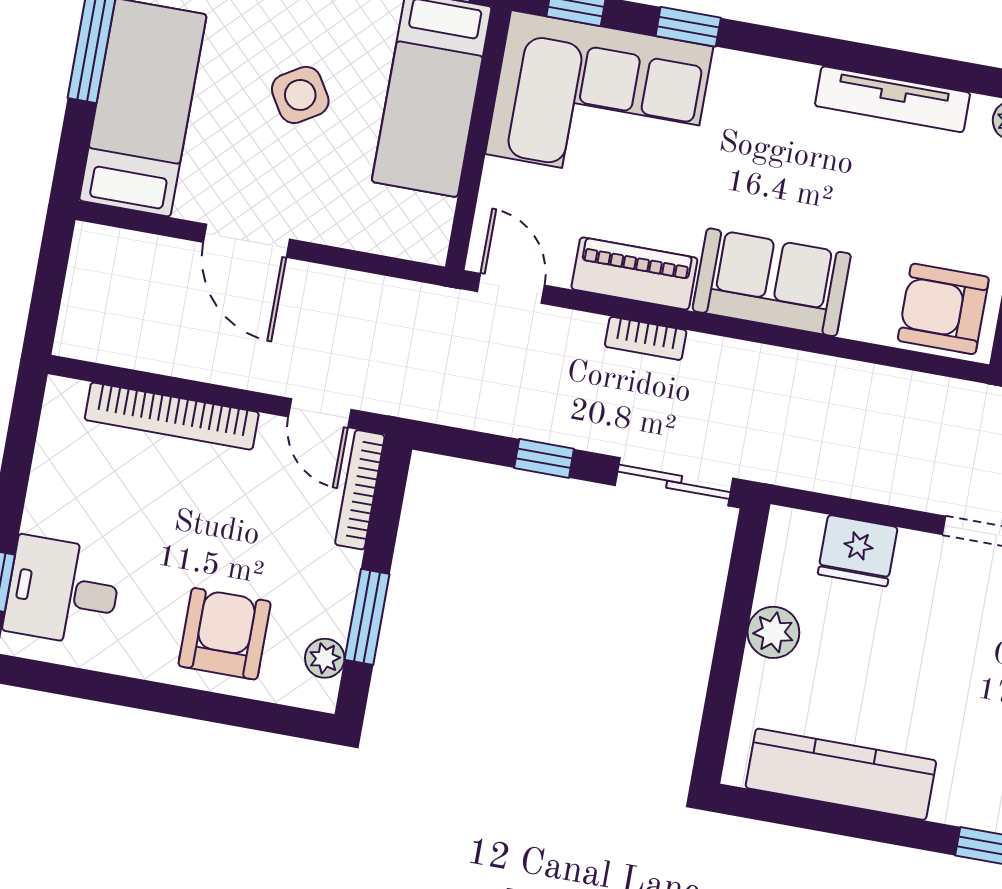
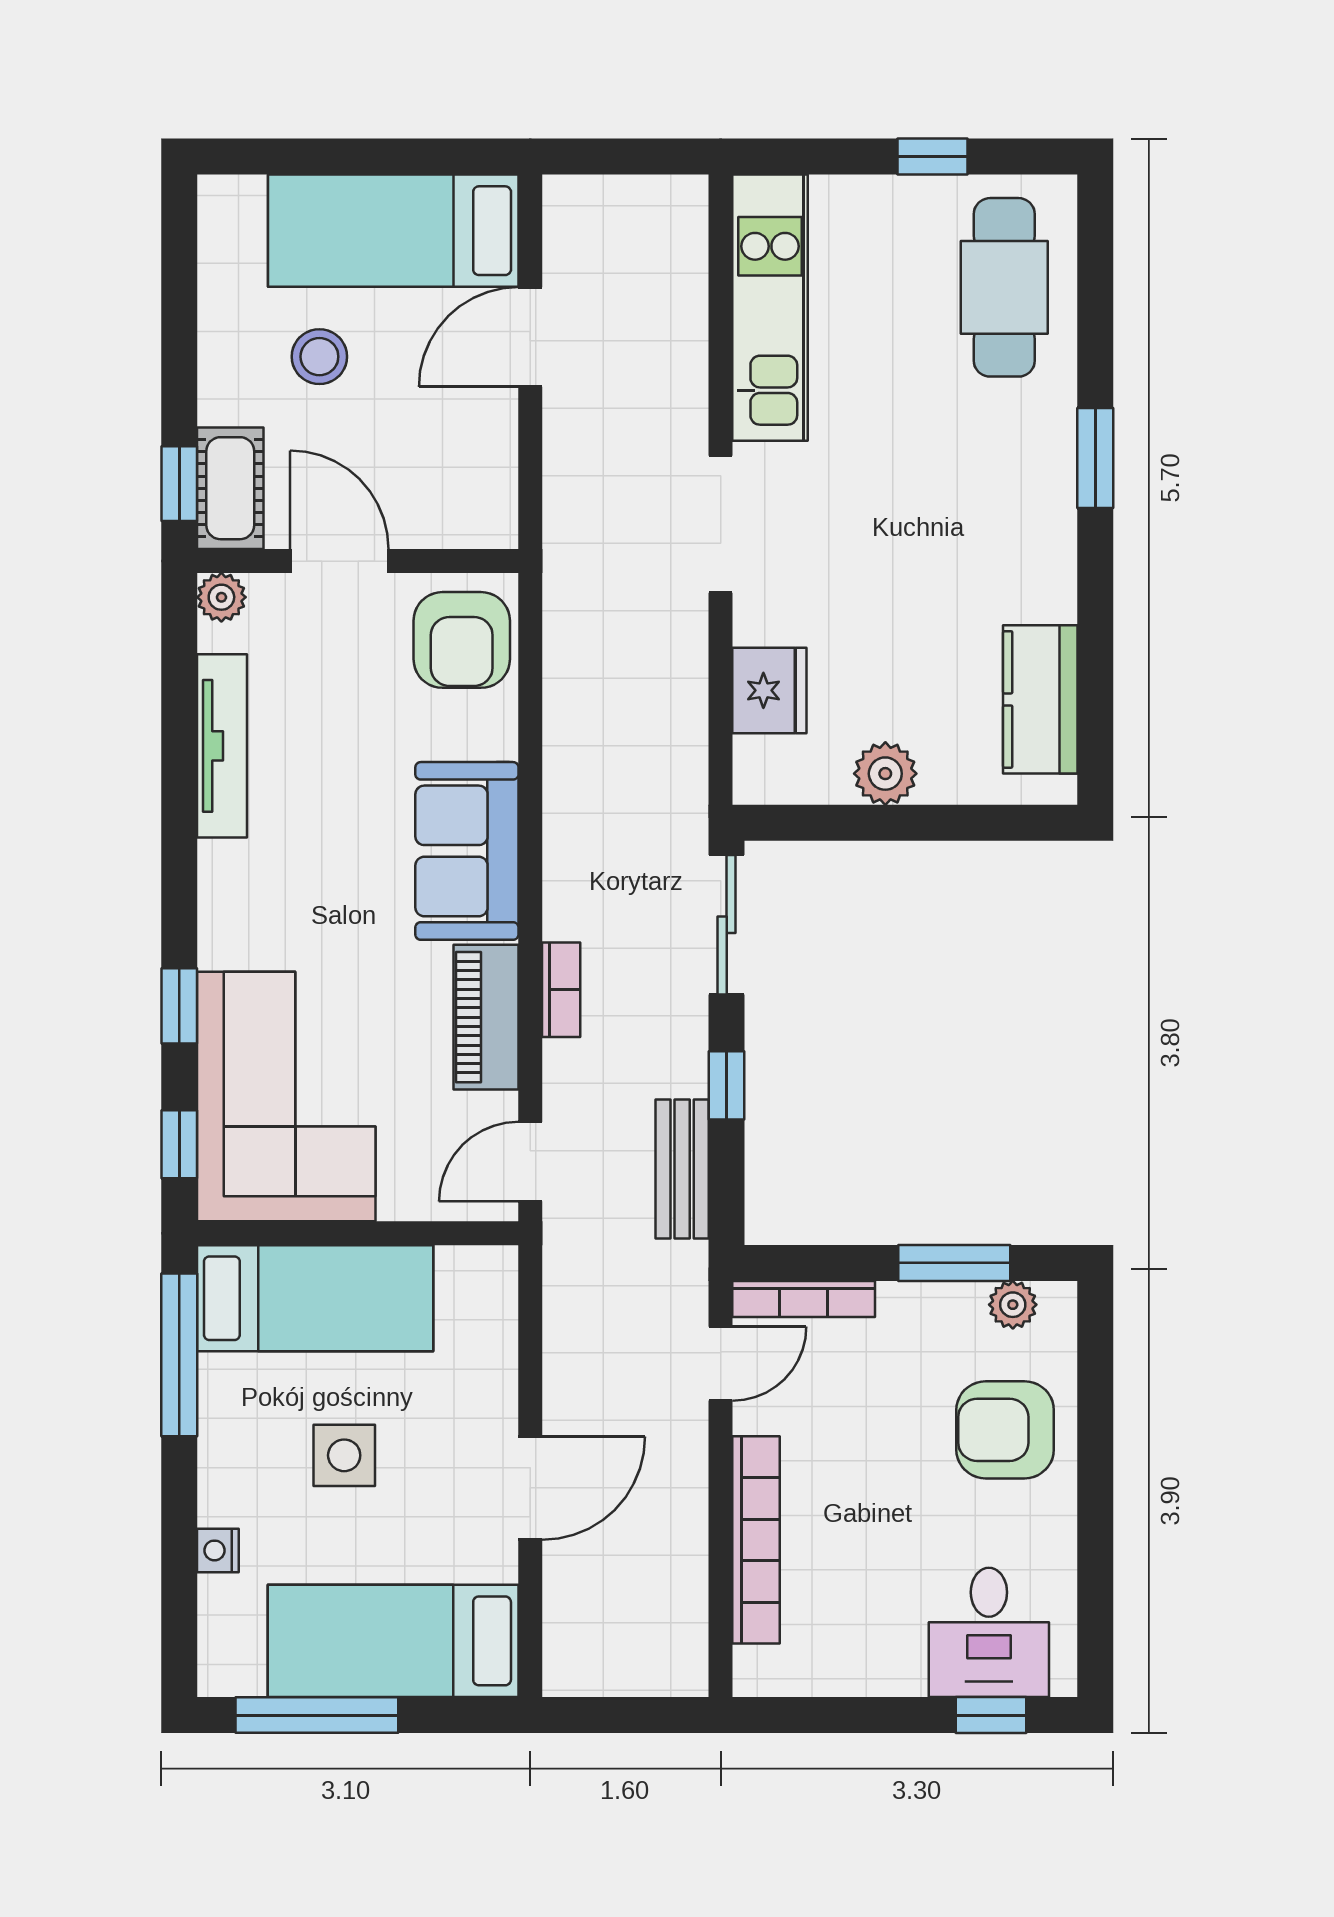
side table: (300, 95) -> (344, 1455), turned 31
bench: (483, 410) -> (682, 1169), added
kitchen counter: (841, 774) -> (1040, 699), width x0.67

